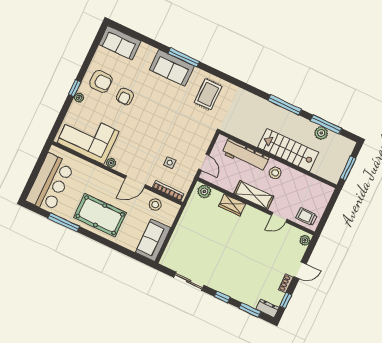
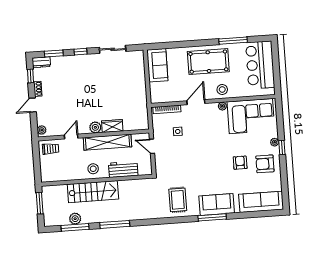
sofa: (120, 43) -> (261, 202), width x1.36
workbench: (245, 155) -> (123, 169), width x0.73
plant: (204, 191) -> (95, 127), moved
shelving: (254, 195) -> (107, 142), width x1.47
stool: (155, 205) -> (222, 89), moved

